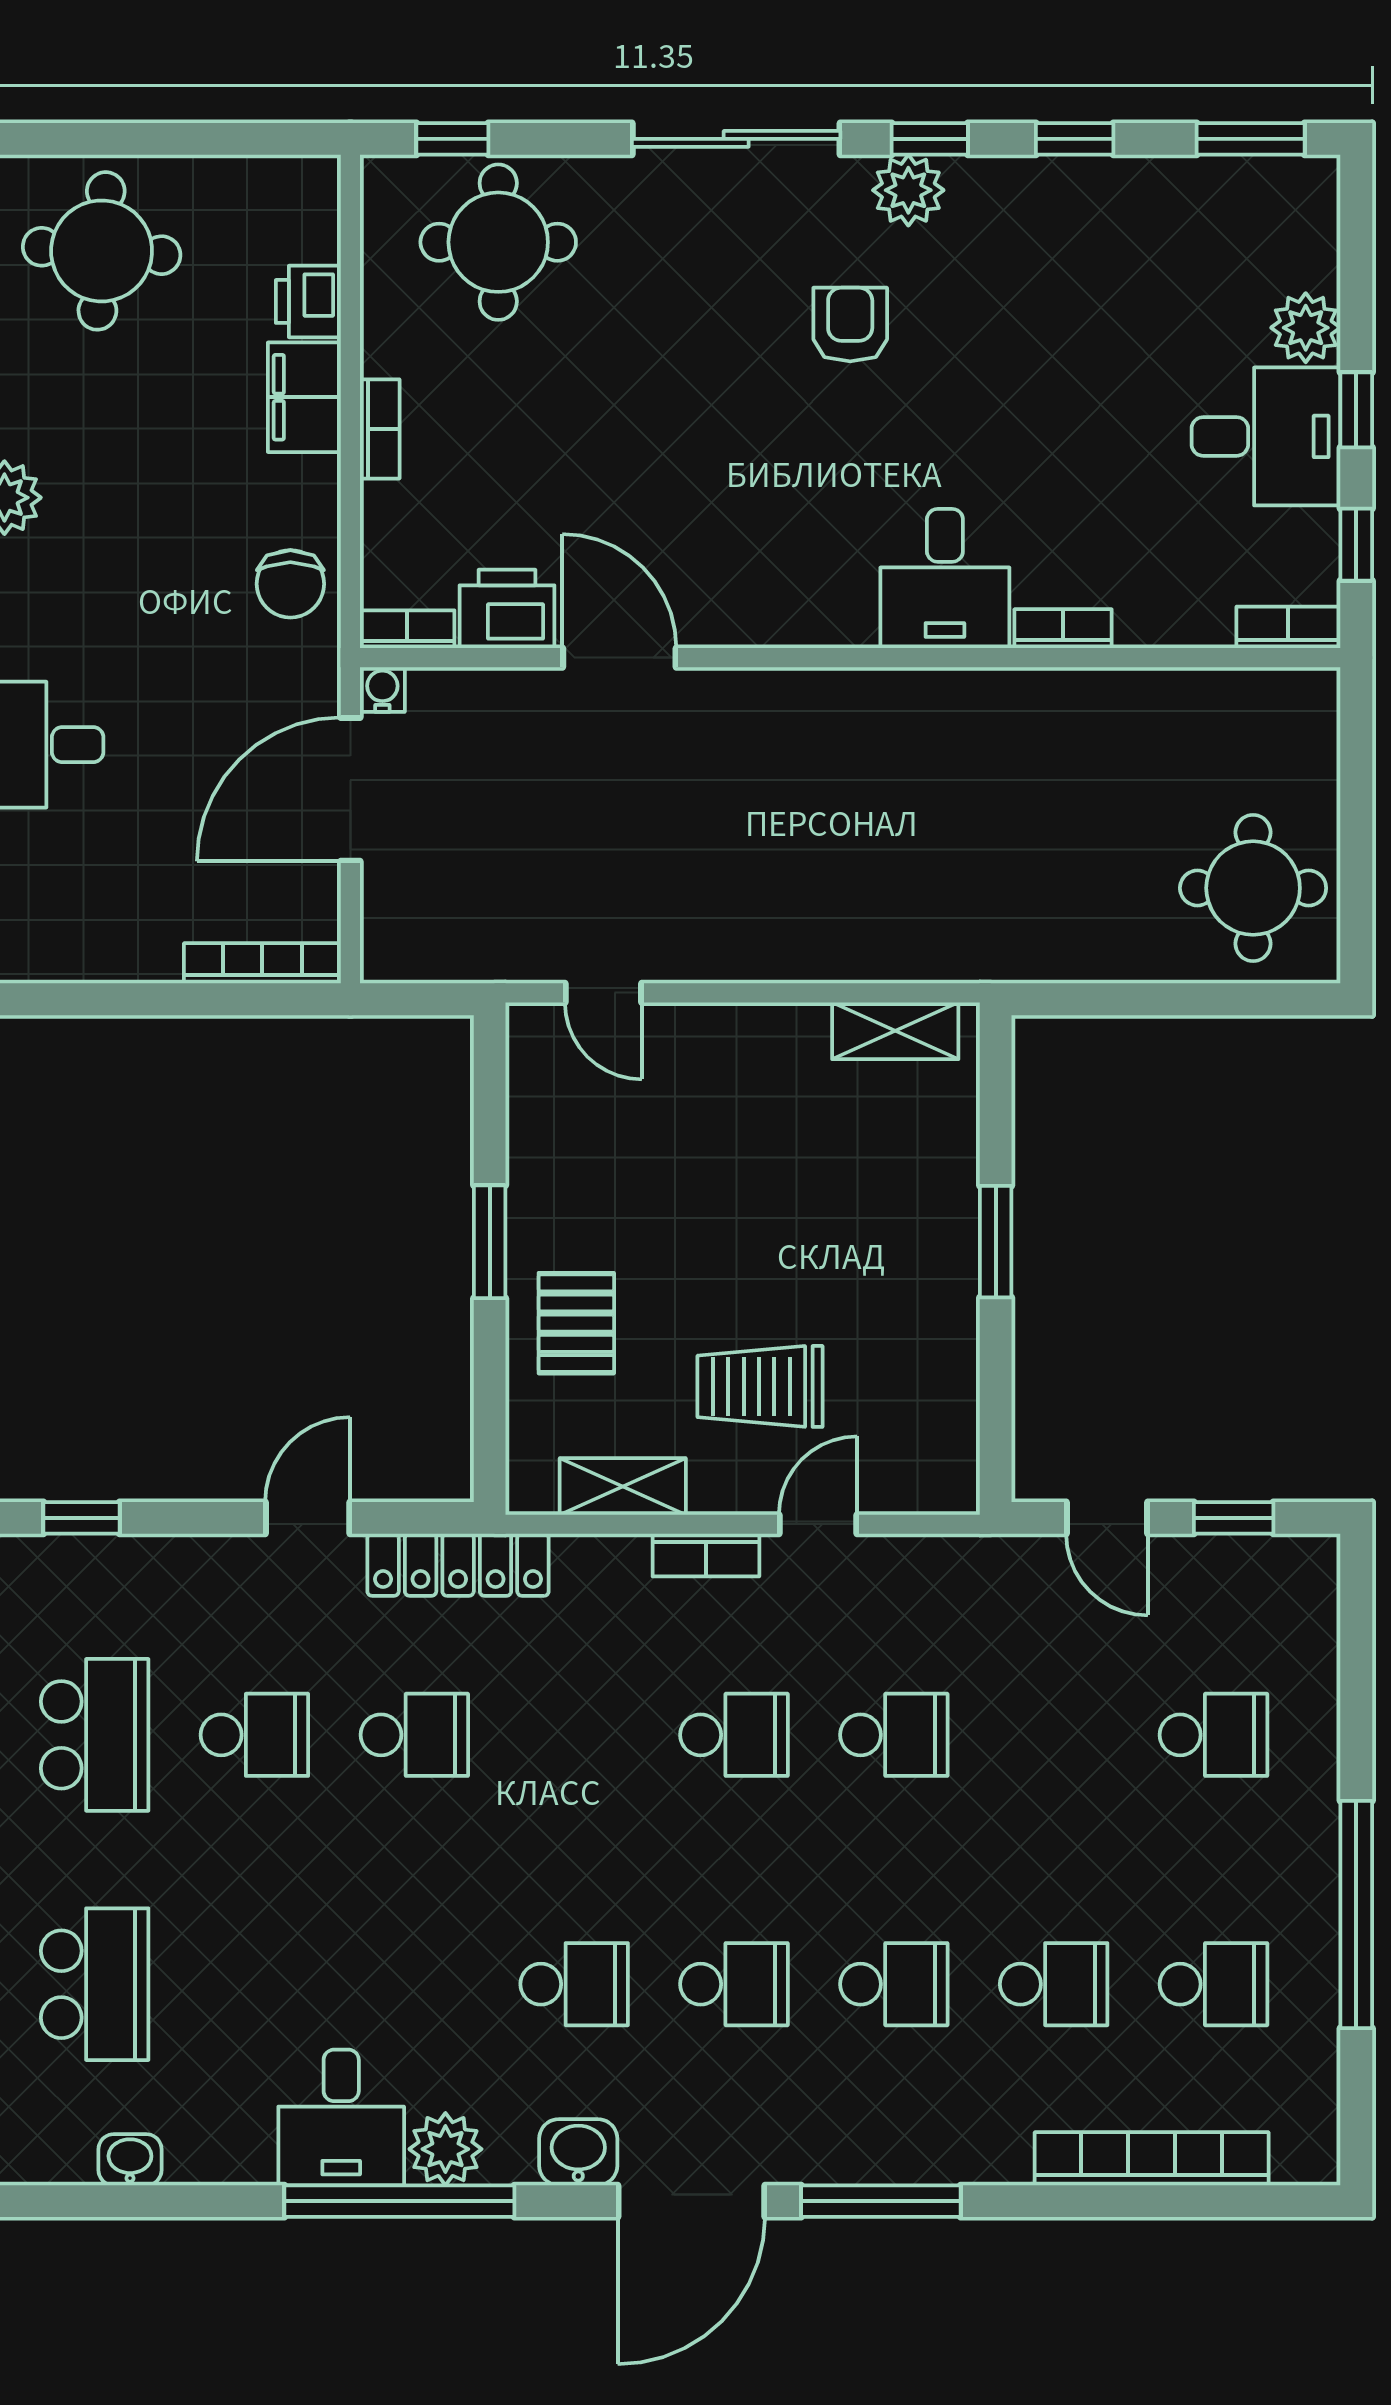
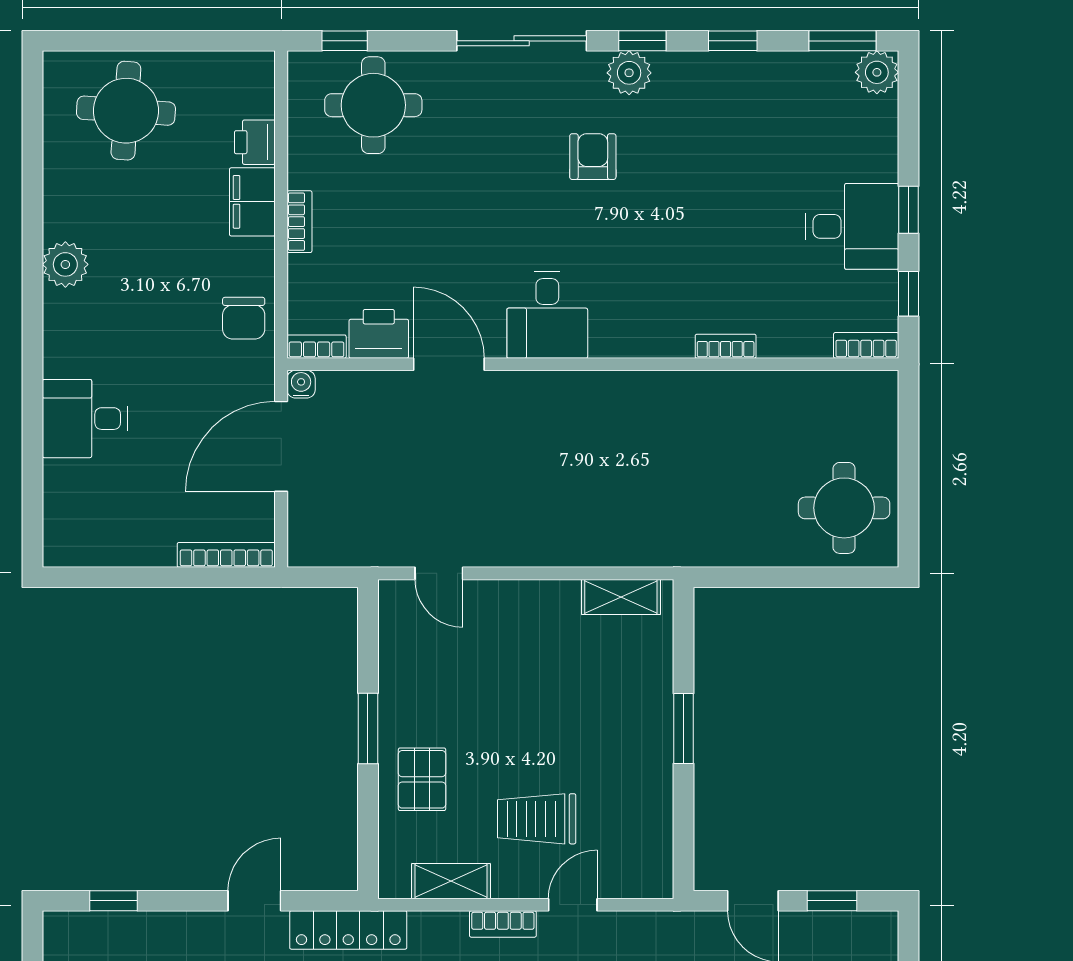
plant: (1306, 328) -> (877, 72), moved
desk: (945, 579) -> (547, 315), moved

